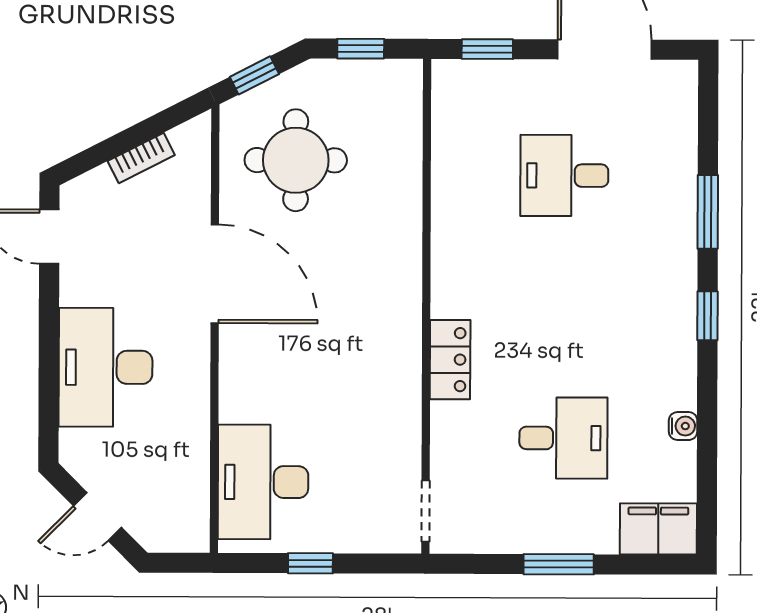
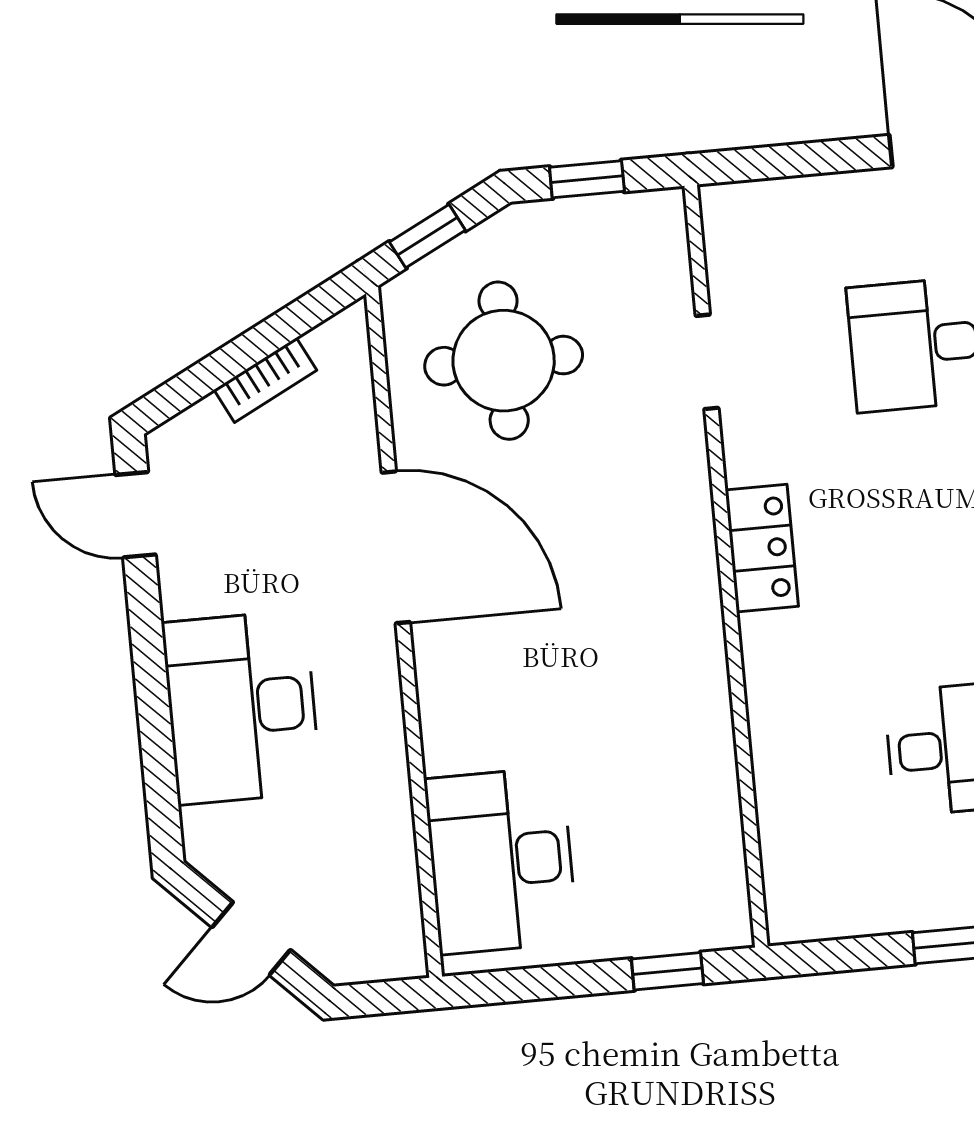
window: (487, 49) -> (782, 161), removed
locker: (450, 360) -> (762, 548), moved
doorway: (425, 511) -> (707, 362), moved
window: (310, 563) -> (667, 971), moved

